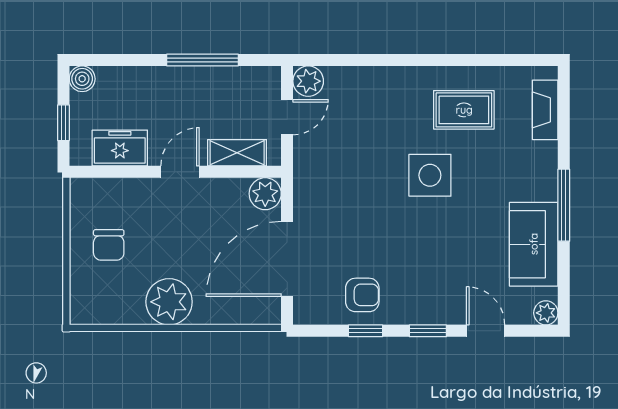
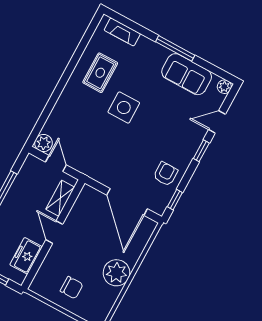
plant: (265, 194) -> (88, 195), removed
window: (365, 331) -> (175, 200), moved

